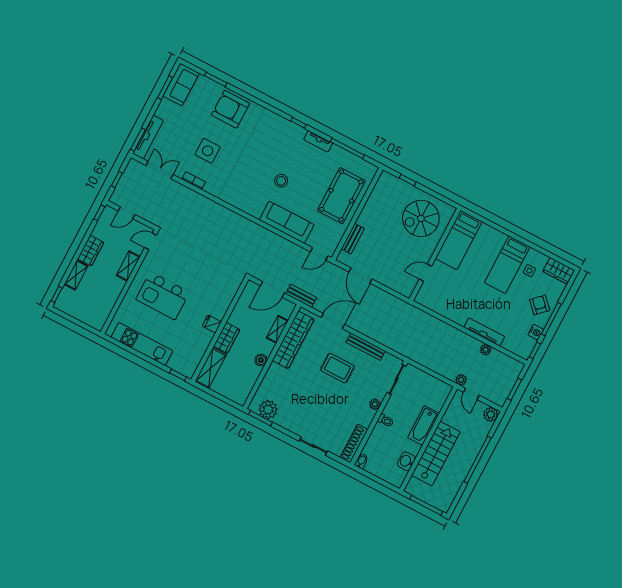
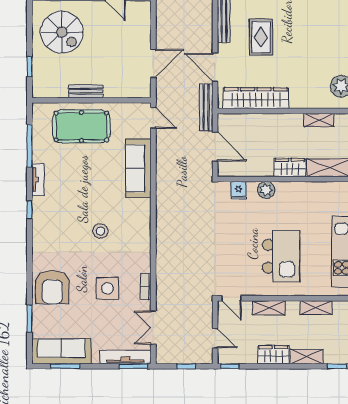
sofa: (181, 85) -> (61, 351), width x1.36
stool: (281, 181) -> (100, 231), moved
bench: (353, 239) -> (86, 91), moved
bench: (301, 296) -> (206, 107), width x1.36
shelving: (110, 302) -> (316, 308), added
plant: (219, 311) -> (266, 190), added
fridge: (212, 324) -> (239, 190), moved
shelving: (277, 329) -> (319, 120), moved
boiler: (261, 360) -> (294, 120), removed

